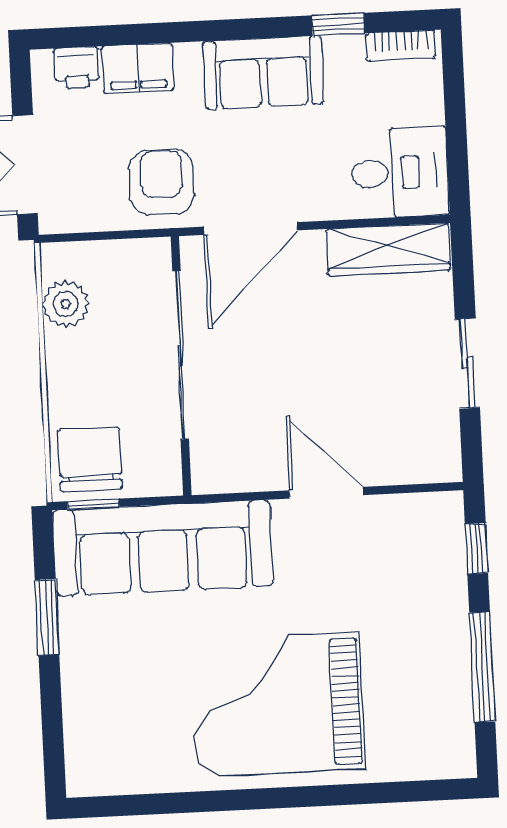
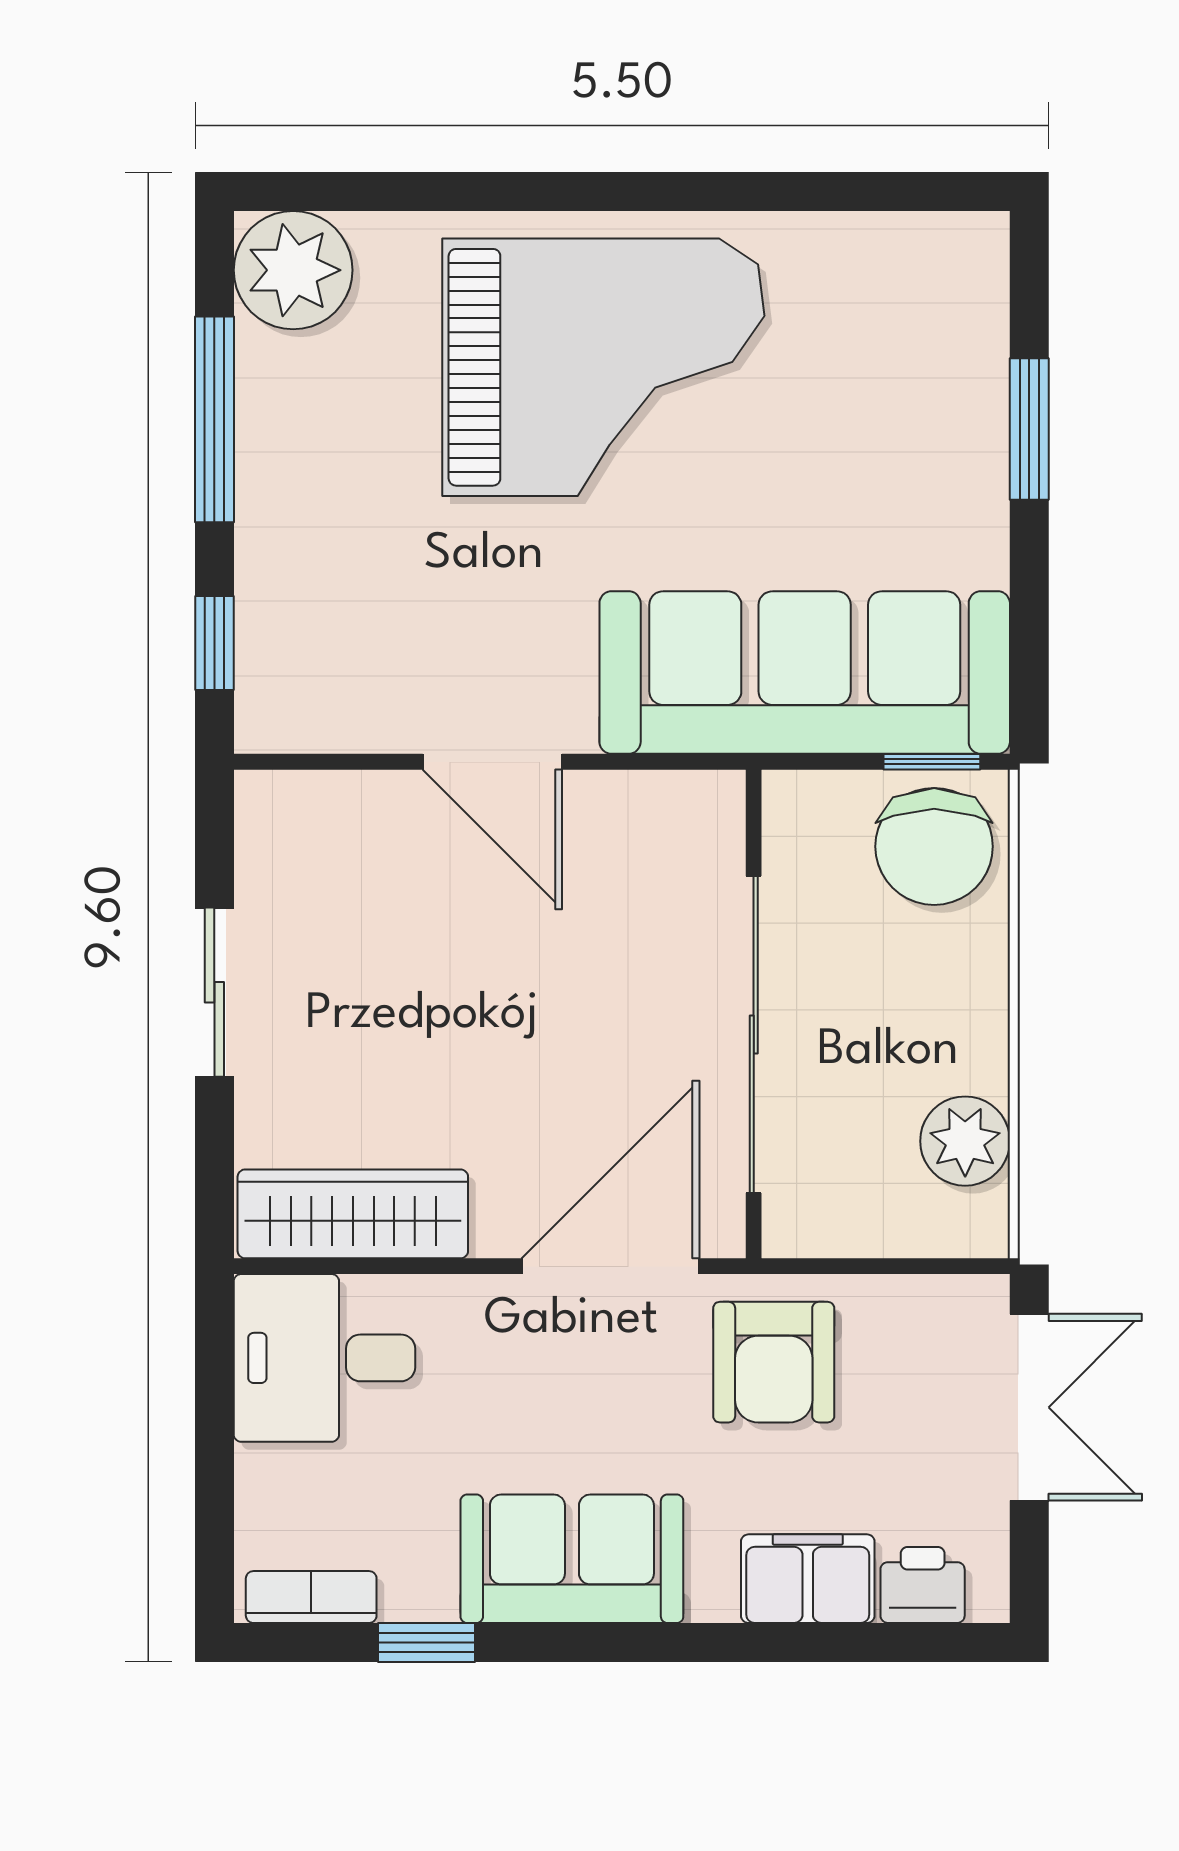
window: (47, 617) -> (1029, 429), moved
plant: (444, 748) -> (293, 270), added

